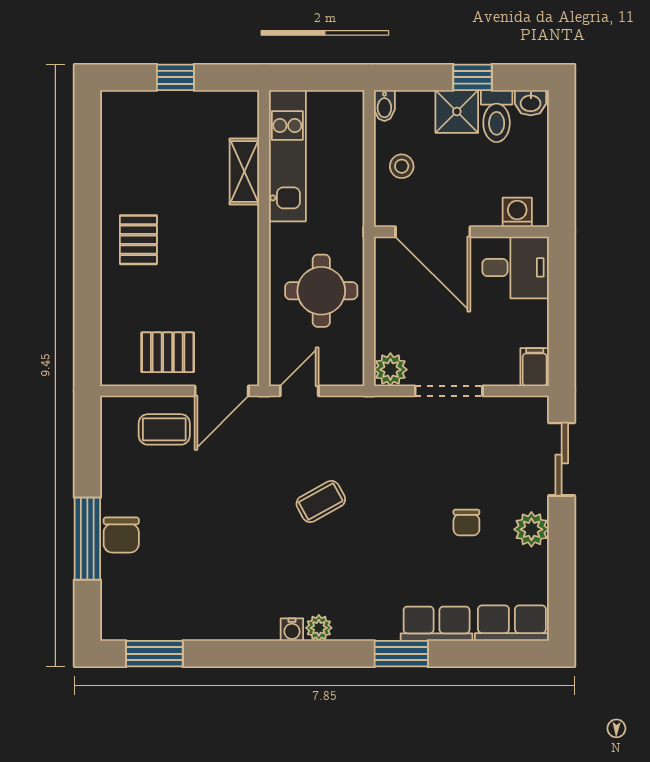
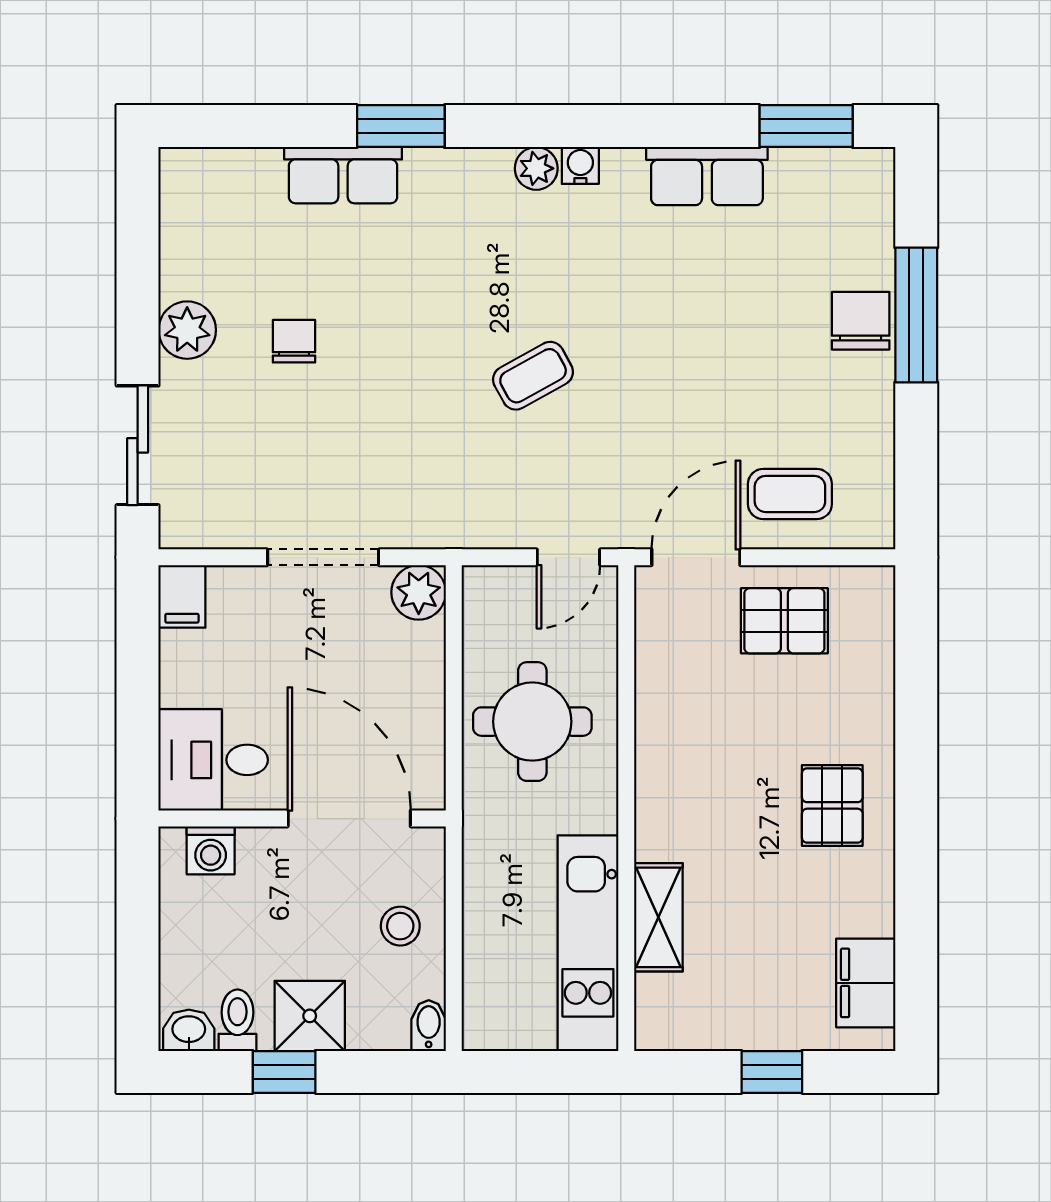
toilet: (497, 116) -> (237, 1020), width x0.73, depth x0.72
filing cabinet: (118, 132) -> (866, 983), added
row of seats: (512, 623) -> (707, 176), moved

